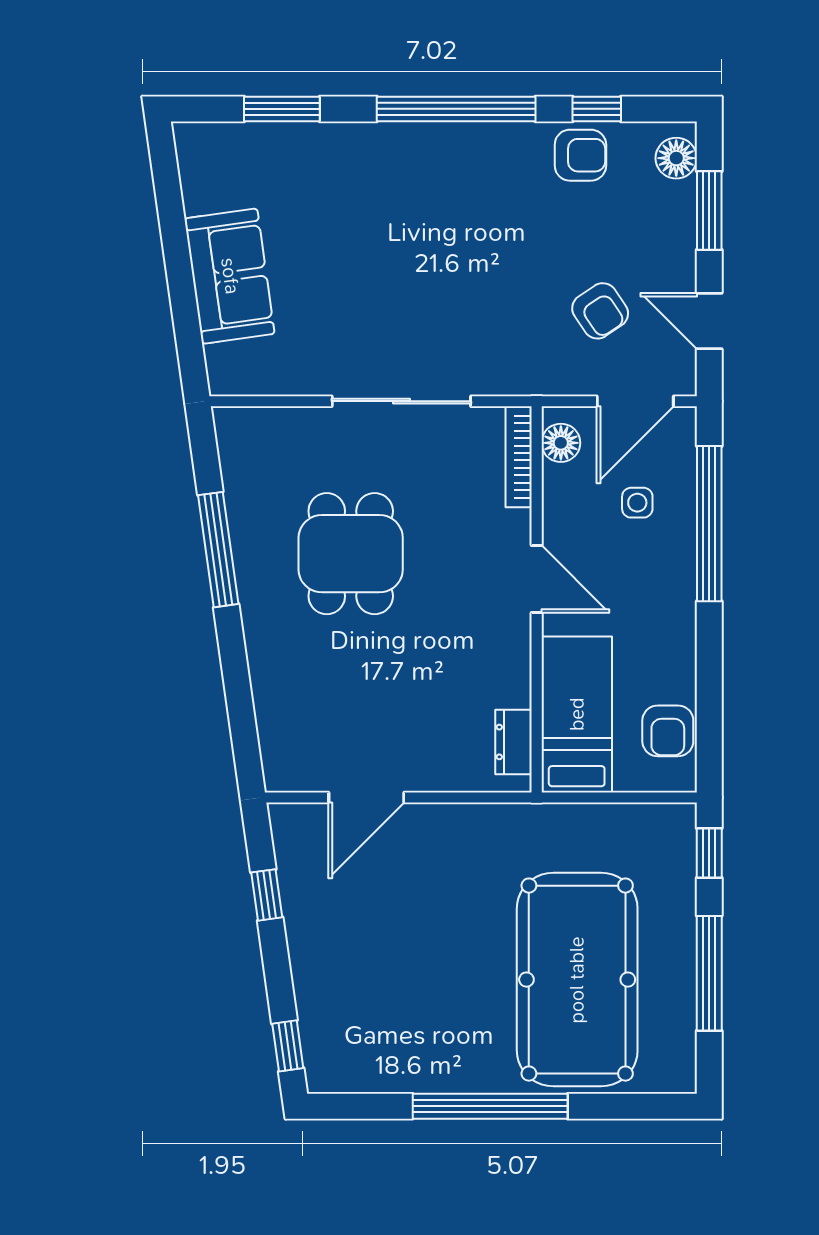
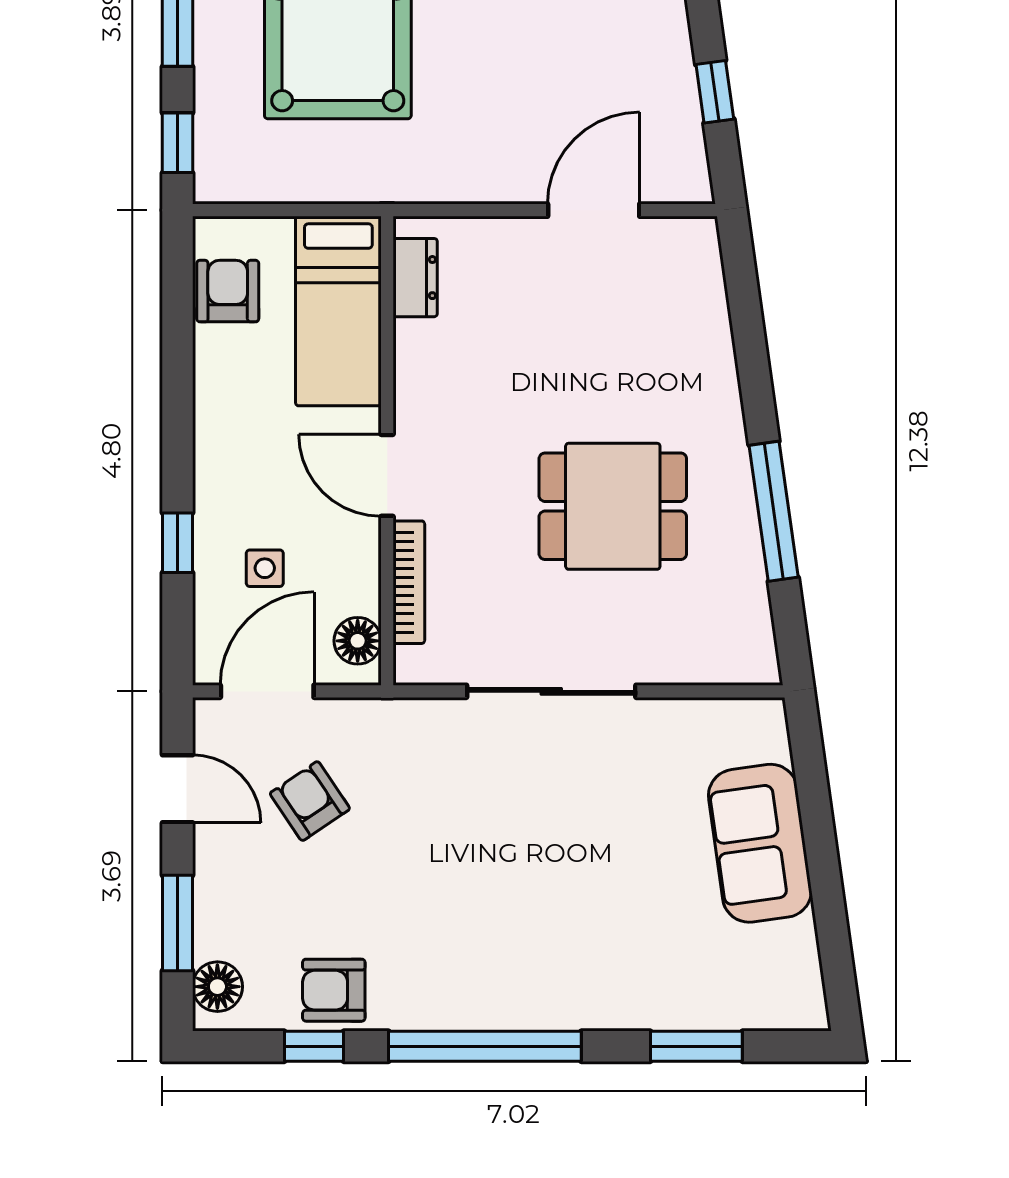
bookcase: (519, 457) -> (409, 582), moved
window: (709, 524) -> (178, 543), width x0.32
dining table: (351, 554) -> (613, 506), turned 90

